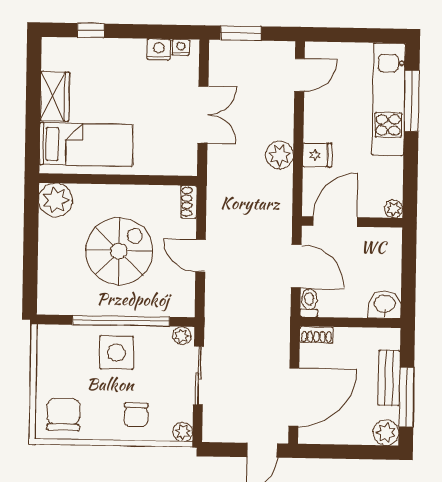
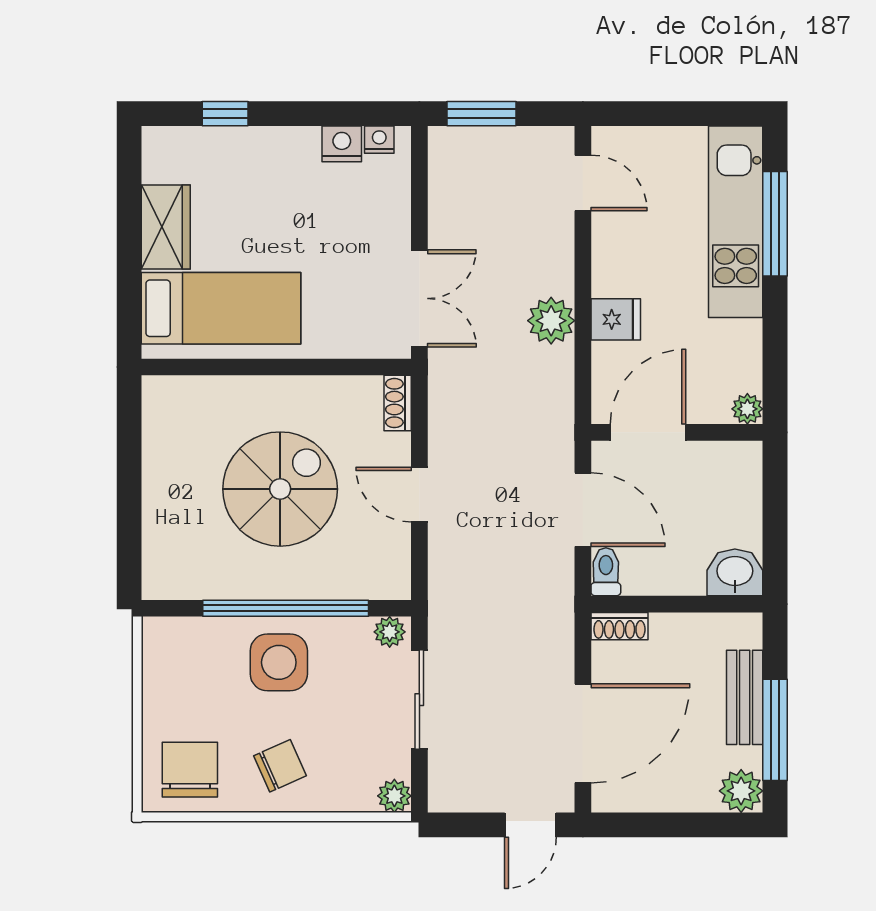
door: (300, 75) -> (583, 183), hinge flipped
double door: (203, 115) -> (419, 298), moved
plant: (56, 200) -> (170, 404), removed
chair: (136, 415) -> (280, 766), moved, turned -114

